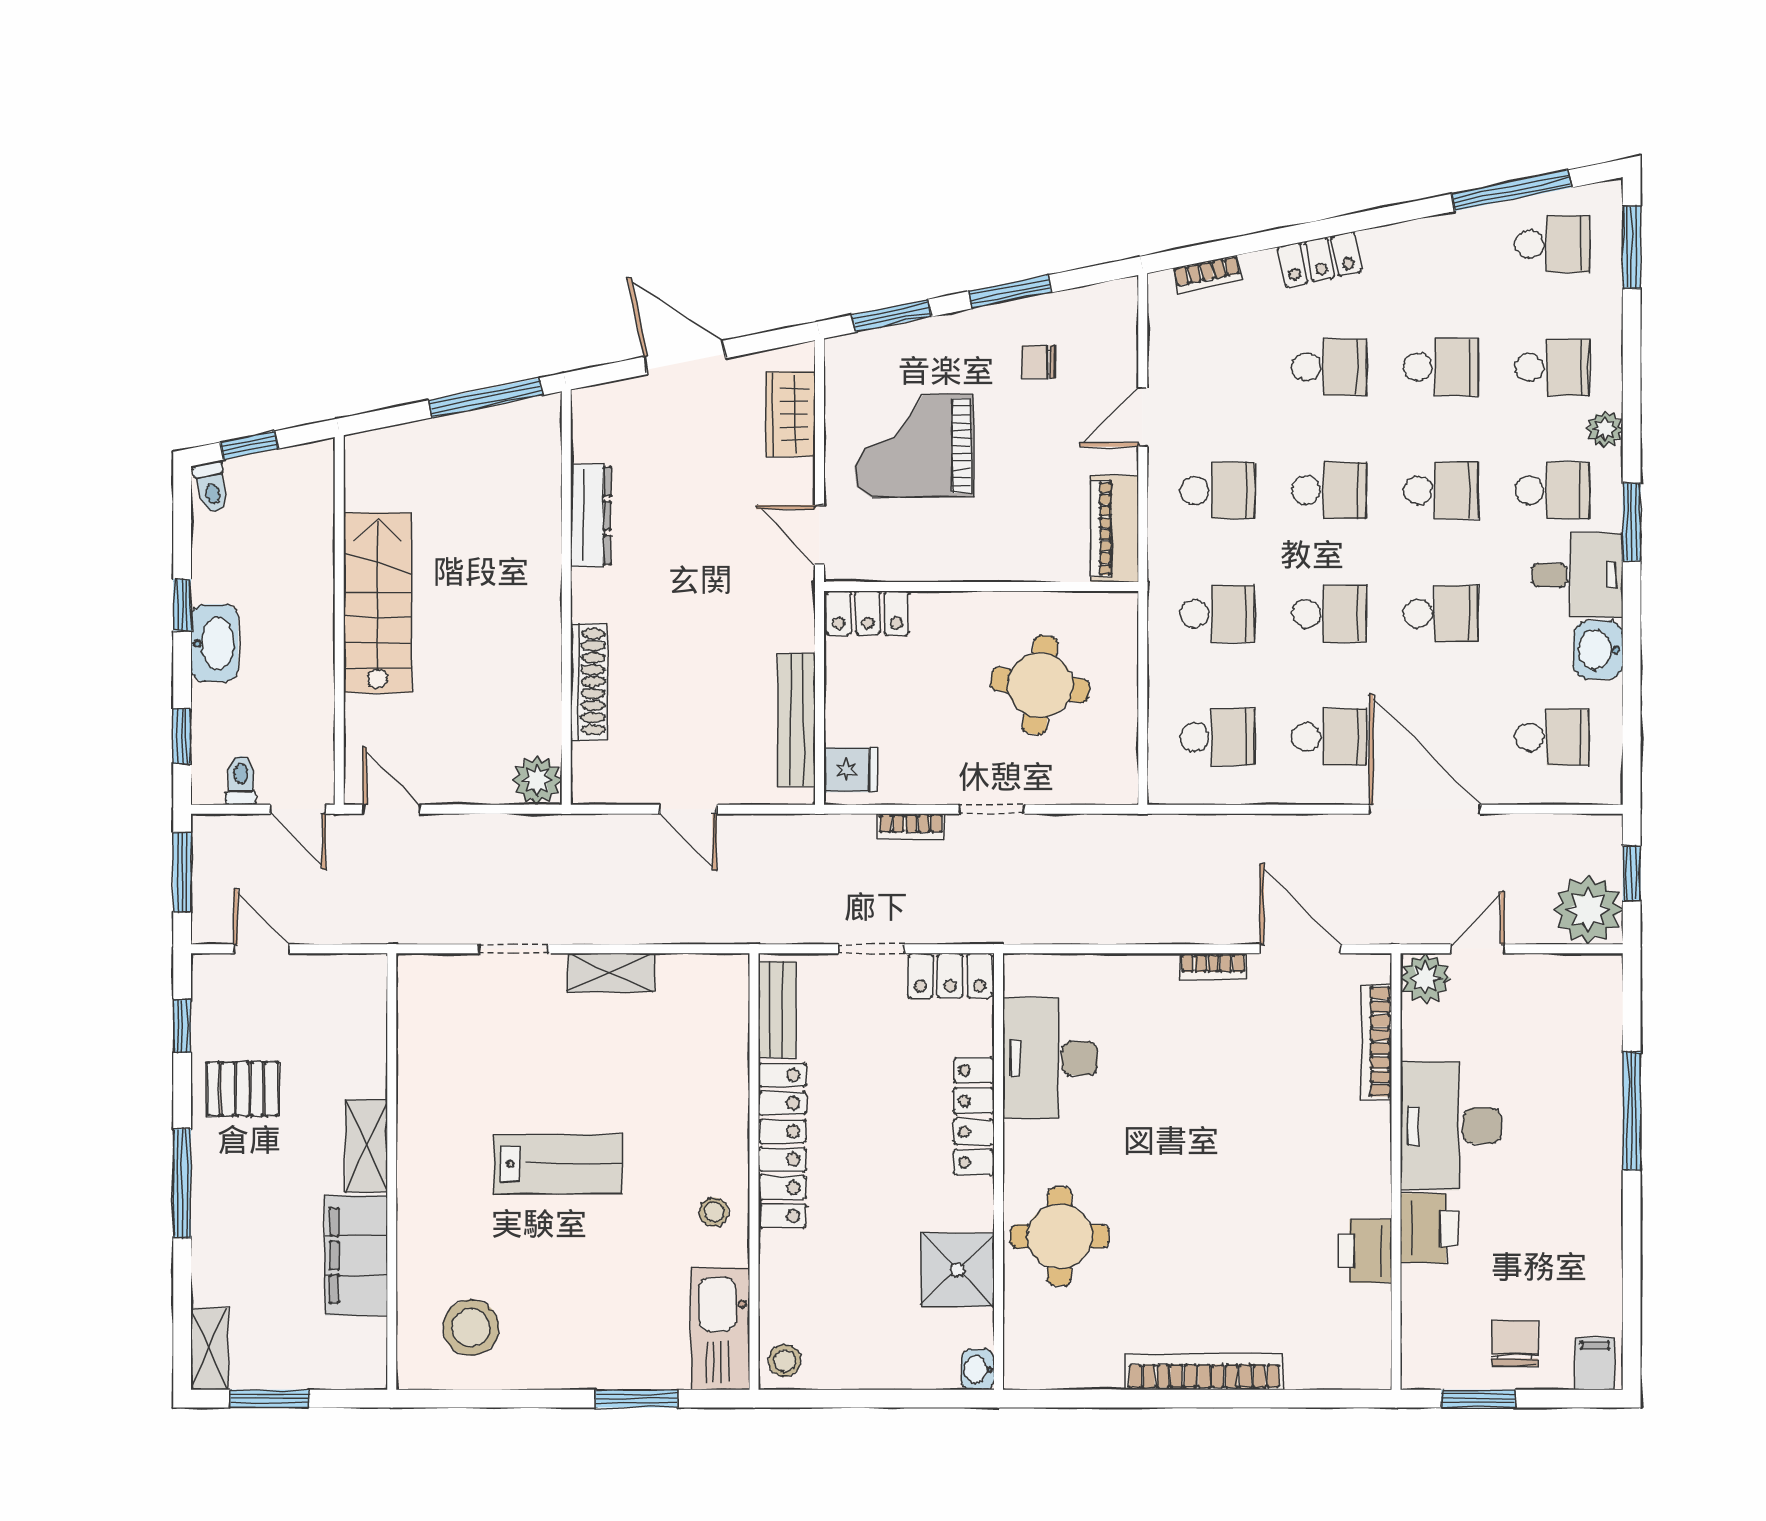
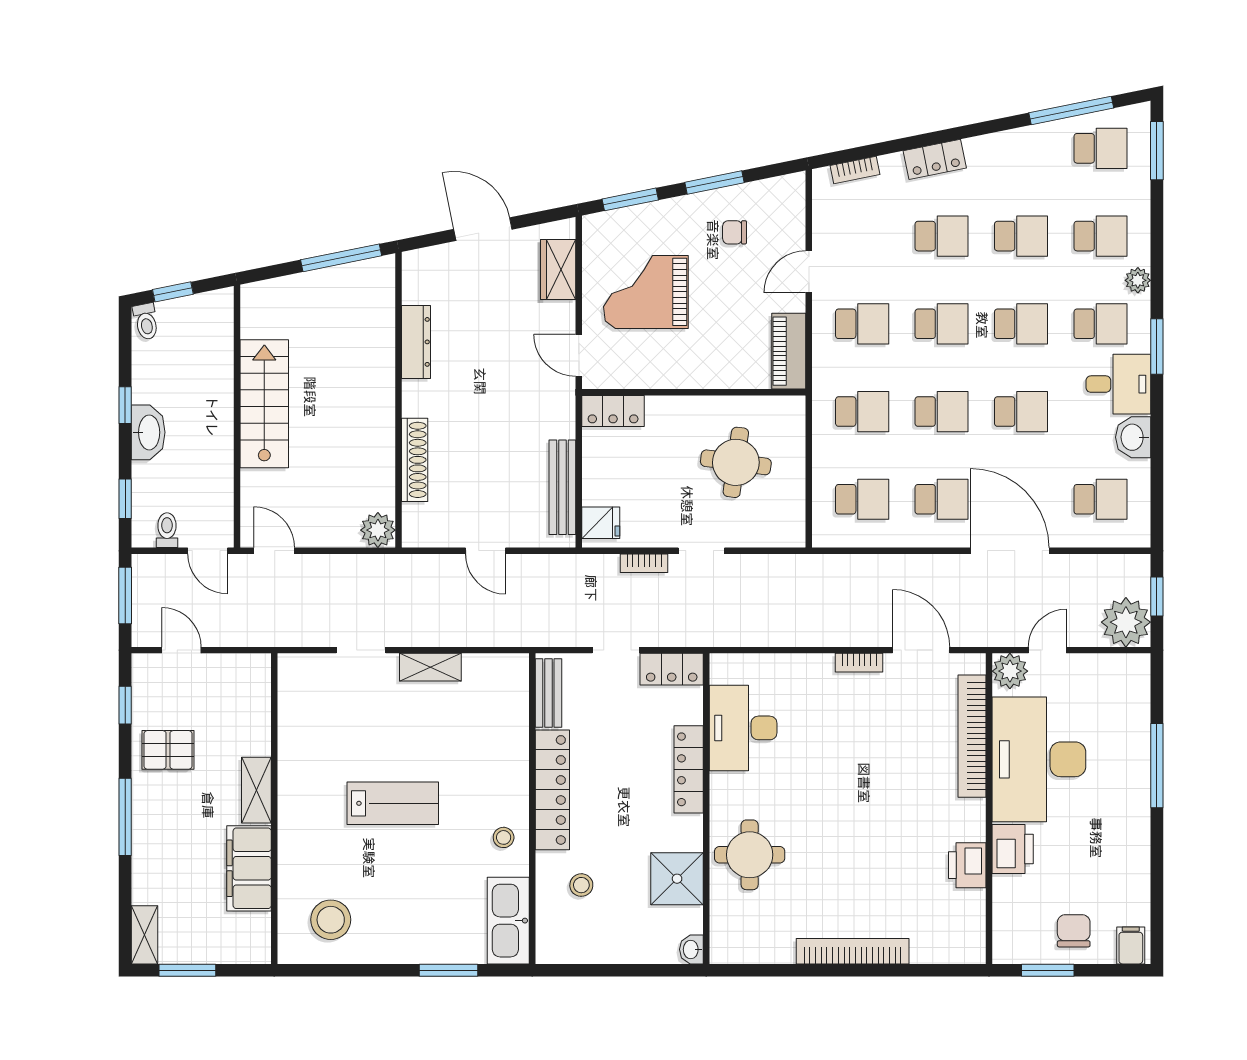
bookcase: (1377, 1042) -> (972, 736), width x1.48, depth x1.31
desk: (1451, 1126) -> (1039, 759), width x1.36, depth x1.30
stool: (785, 1361) -> (581, 885), moved

